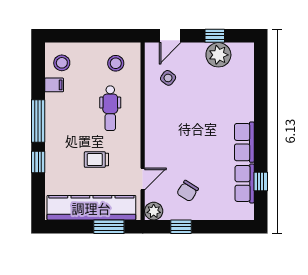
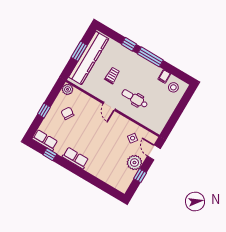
plant: (218, 55) -> (134, 163), moved
stool: (116, 63) -> (156, 115), removed
door: (143, 179) -> (109, 106), moved
row of seats: (245, 183) -> (45, 140), moved
window: (109, 227) -> (79, 51), moved
window: (181, 227) -> (44, 111), moved

